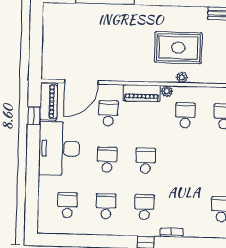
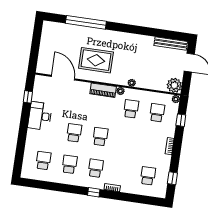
rug: (178, 48) -> (96, 60), moved
door: (81, 82) -> (63, 78), swing flipped
piano: (49, 102) -> (39, 88), removed
school desk: (108, 113) -> (79, 101), removed
desk: (59, 148) -> (40, 116), width x0.73, depth x0.77

